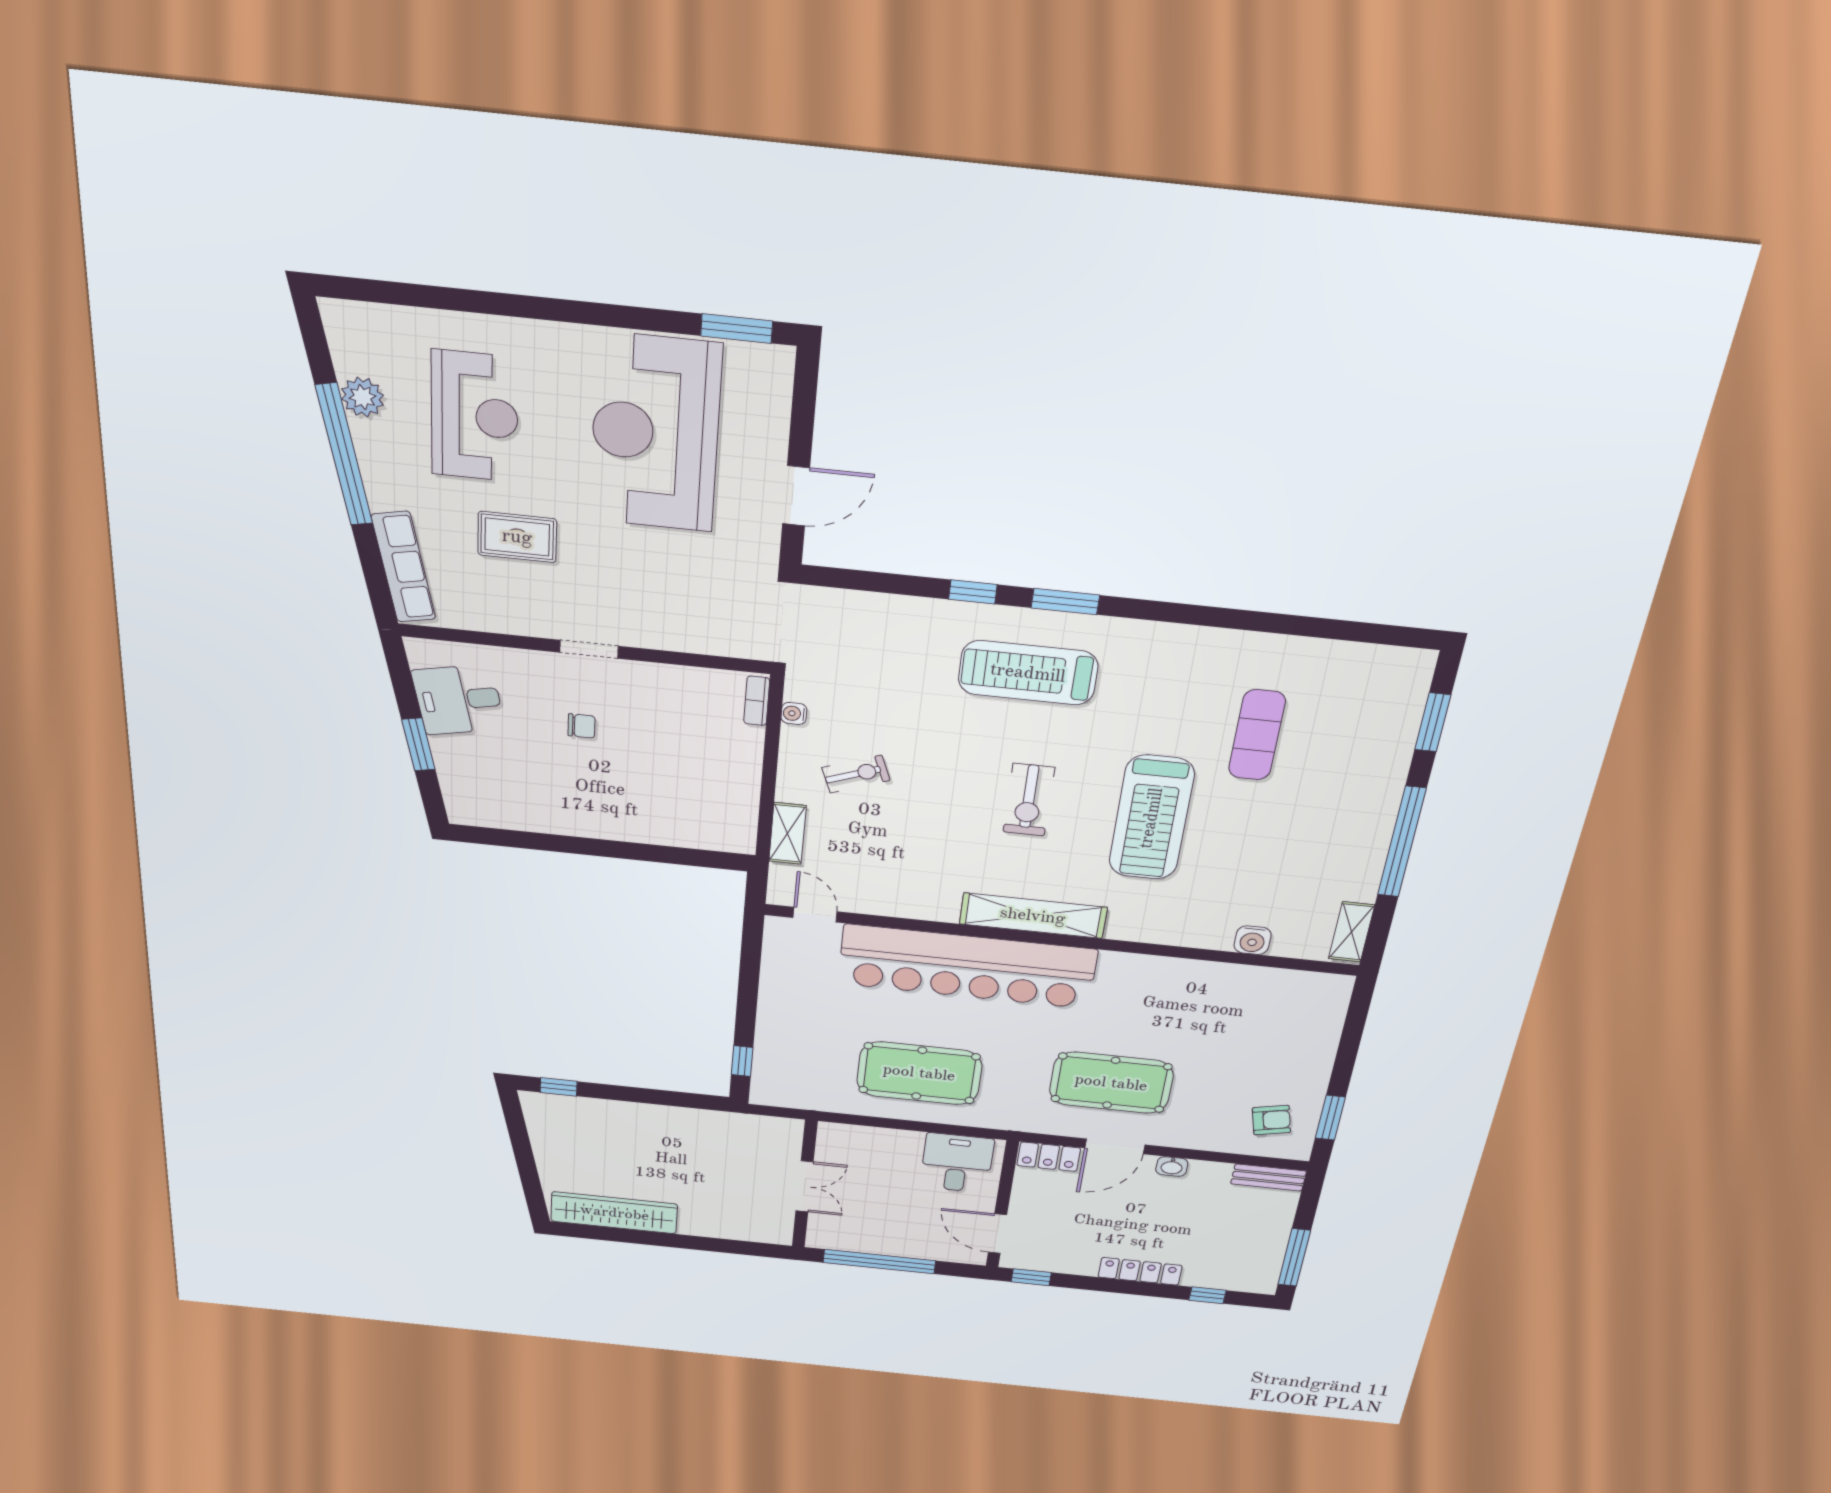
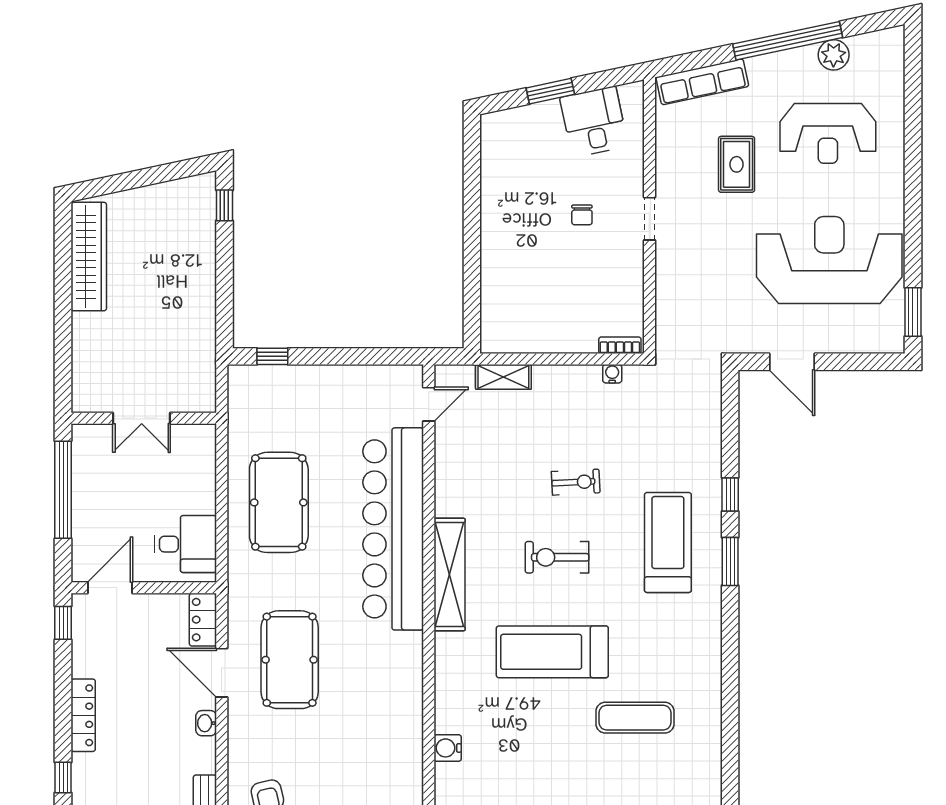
exercise bike: (856, 774) -> (576, 482), moved, turned -72

